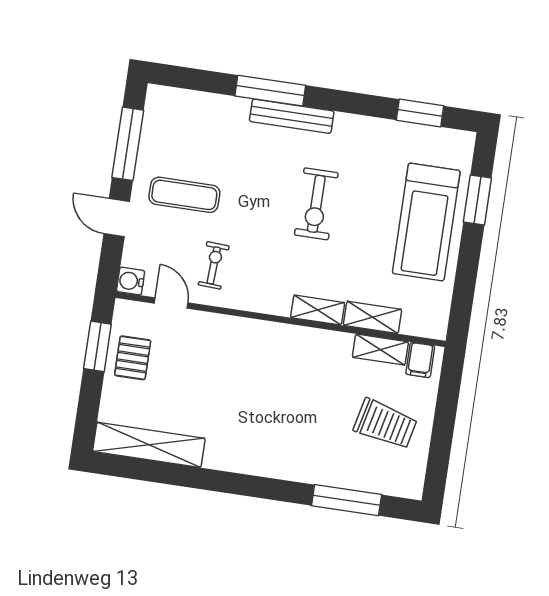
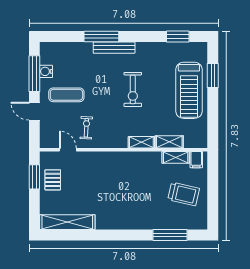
water cooler: (131, 281) -> (46, 71), moved

